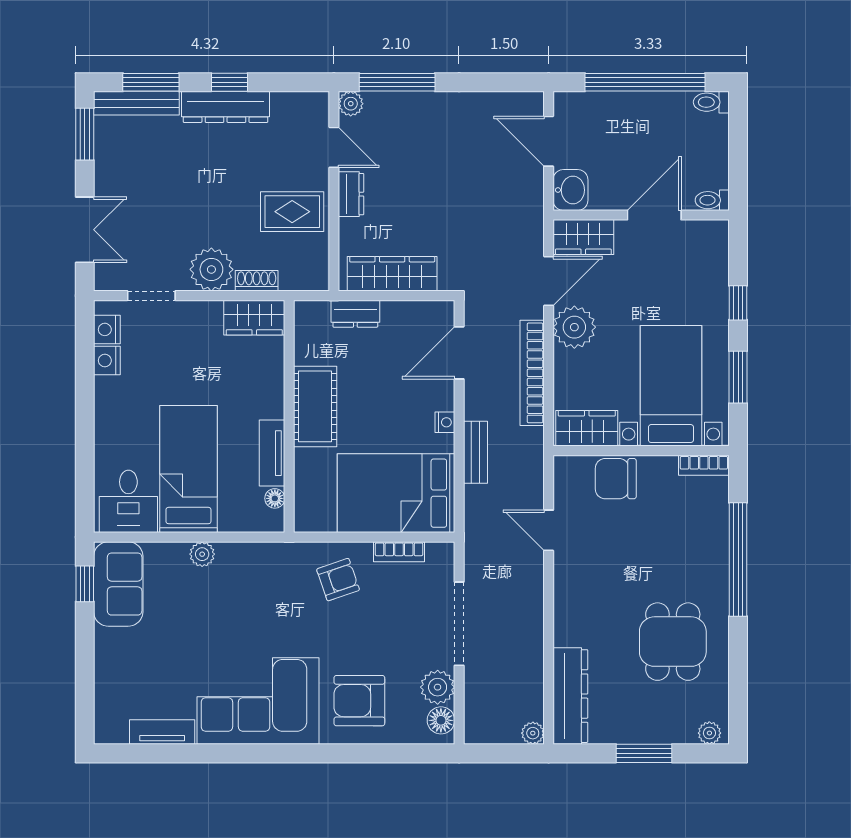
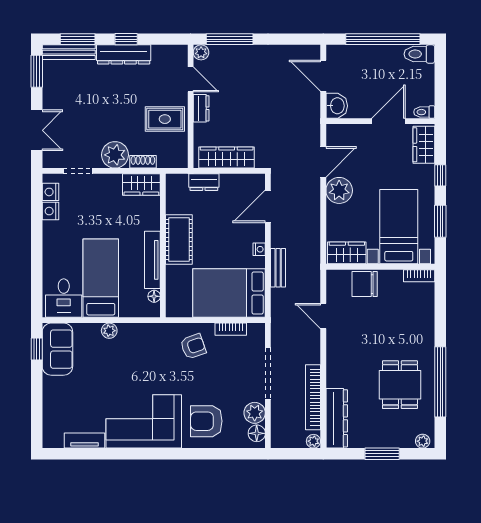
toilet: (711, 102) -> (419, 54), width x1.37, depth x1.39
wardrobe: (583, 237) -> (424, 145), moved, turned 90
bookcase: (532, 373) -> (313, 397), moved
tv unit: (272, 453) -> (152, 260), width x1.41
window: (738, 559) -> (440, 382), moved

